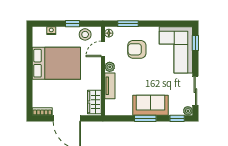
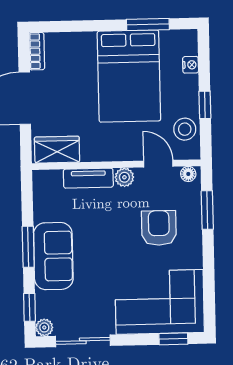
window: (29, 53) -> (148, 24), added

